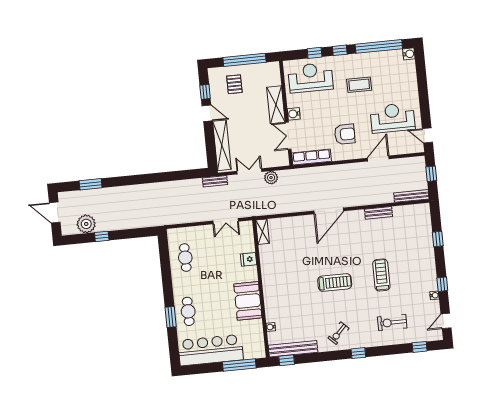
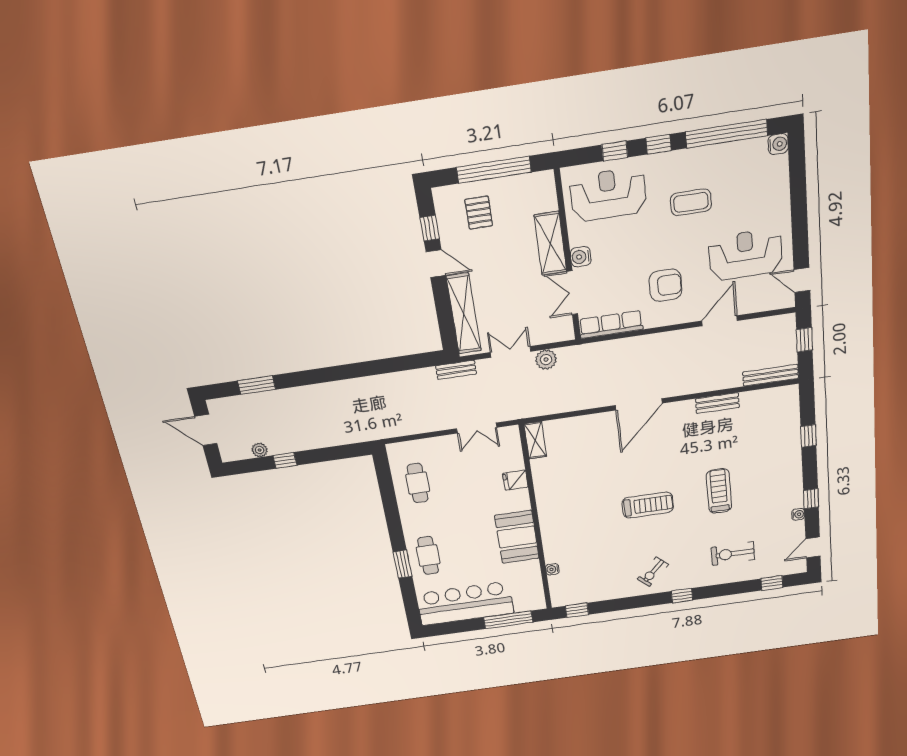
plant: (86, 224) -> (260, 450), width x0.53, depth x0.53
bench: (293, 349) -> (586, 595), removed

